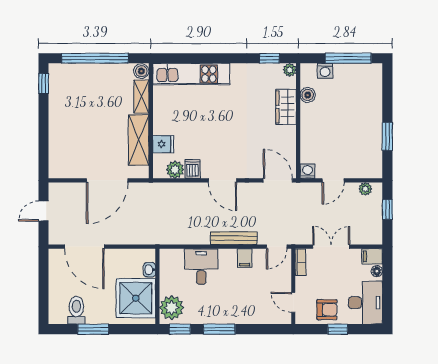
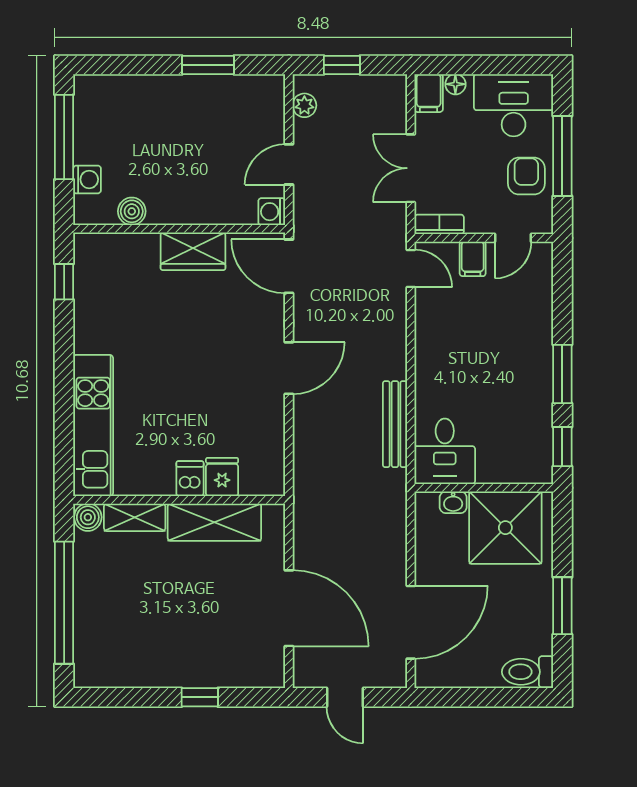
plant: (290, 70) -> (85, 245), removed
window: (44, 84) -> (200, 697), moved
wardrobe: (286, 107) -> (193, 251), moved
dishwasher: (193, 169) -> (190, 479), moved, turned 90
plant: (175, 170) -> (269, 455), removed
door: (107, 180) -> (289, 608), moved
door: (278, 180) -> (289, 266), hinge flipped
door: (333, 180) -> (289, 164), swing flipped
bench: (234, 238) -> (395, 424), moved
filing cabinet: (245, 258) -> (473, 259), moved, turned 90
desk: (201, 266) -> (445, 451), moved, turned -90
plant: (172, 308) -> (523, 462), removed
toilet: (76, 310) -> (528, 672), moved
window: (338, 329) -> (562, 156), width x2.17

